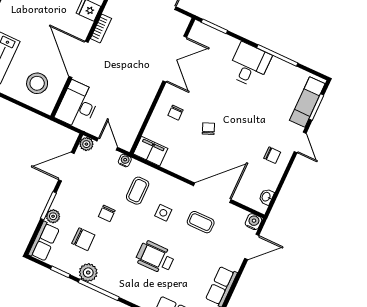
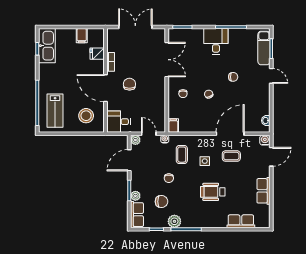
chair: (112, 69) -> (129, 84), added
desk: (78, 105) -> (118, 122), width x0.73
filing cabinet: (150, 151) -> (173, 126), width x0.50
chair: (272, 155) -> (233, 77), moved

